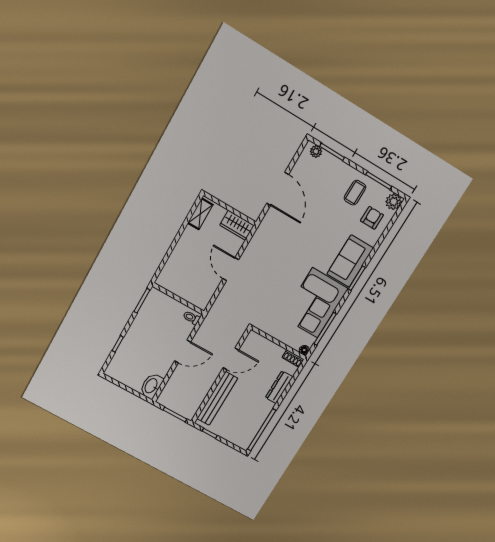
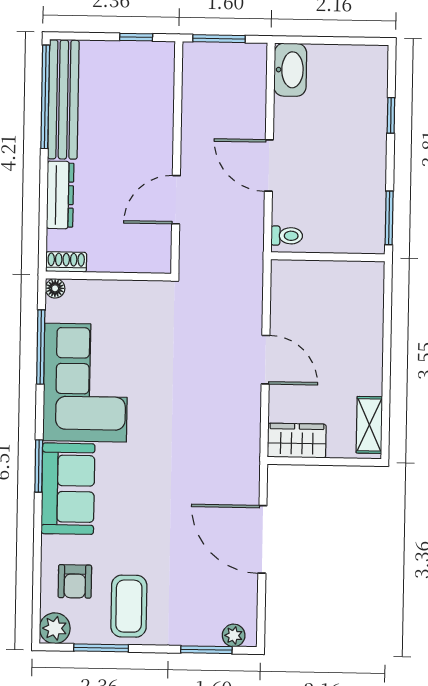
coffee table: (355, 193) -> (129, 606), width x1.36, depth x1.30
door: (183, 351) -> (269, 166), hinge flipped
bench: (217, 398) -> (63, 100), moved

